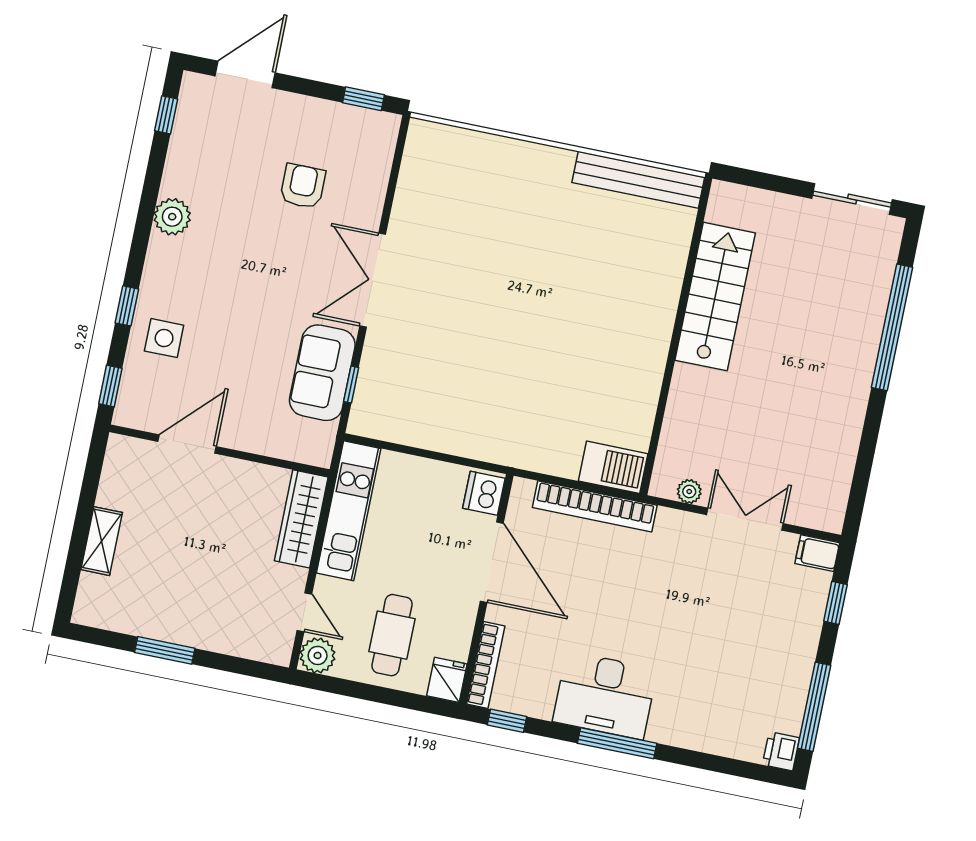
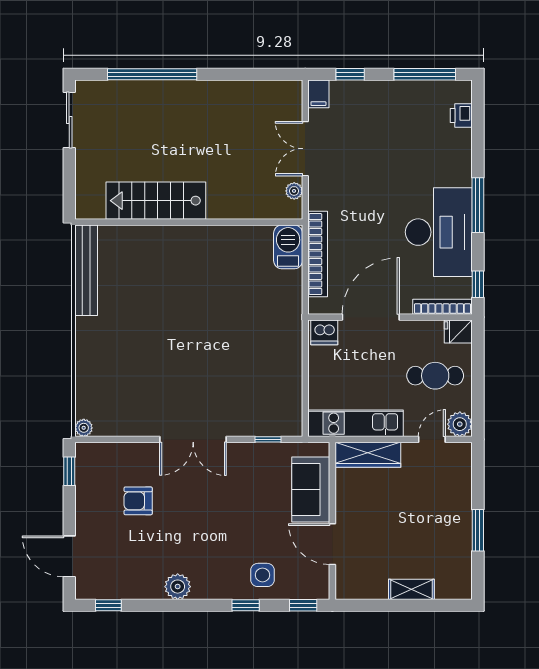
plant: (420, 131) -> (84, 428), added
sofa: (322, 373) -> (311, 489), moved, turned 90
desk: (605, 695) -> (439, 232), width x1.36, depth x1.30
printer: (781, 751) -> (461, 115), moved, turned 90

